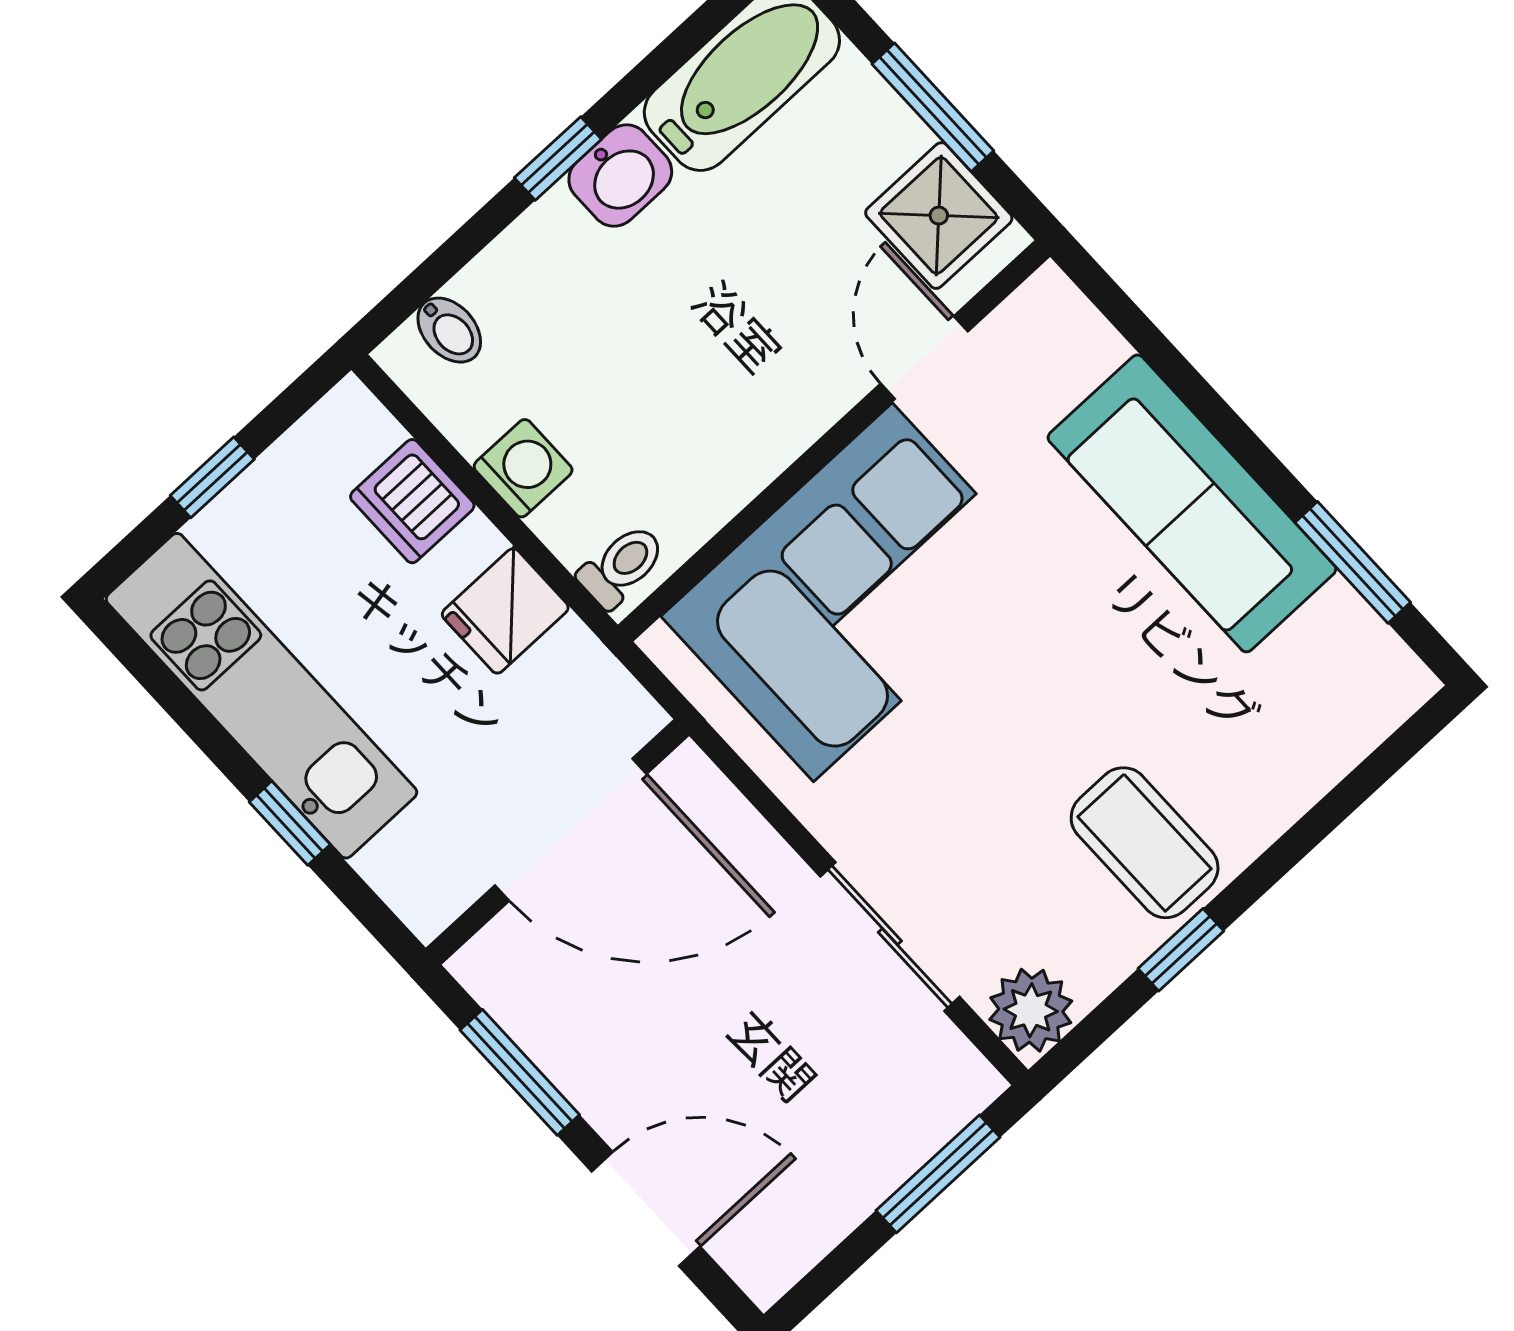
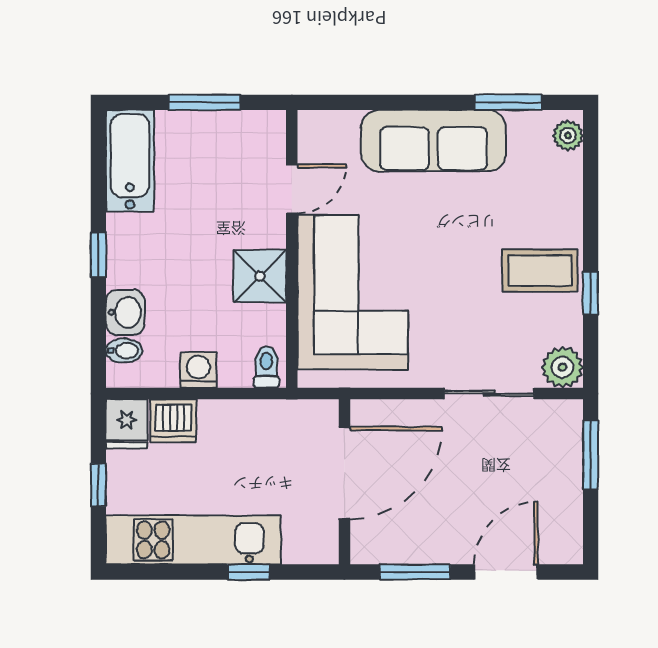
washbasin: (620, 175) -> (125, 312), moved
shower: (939, 216) -> (260, 276), moved
door: (924, 358) -> (292, 189), swing flipped
fridge: (505, 611) -> (127, 424), moved
plant: (1386, 698) -> (568, 136), added

